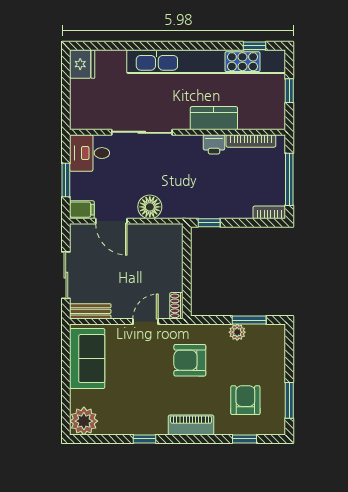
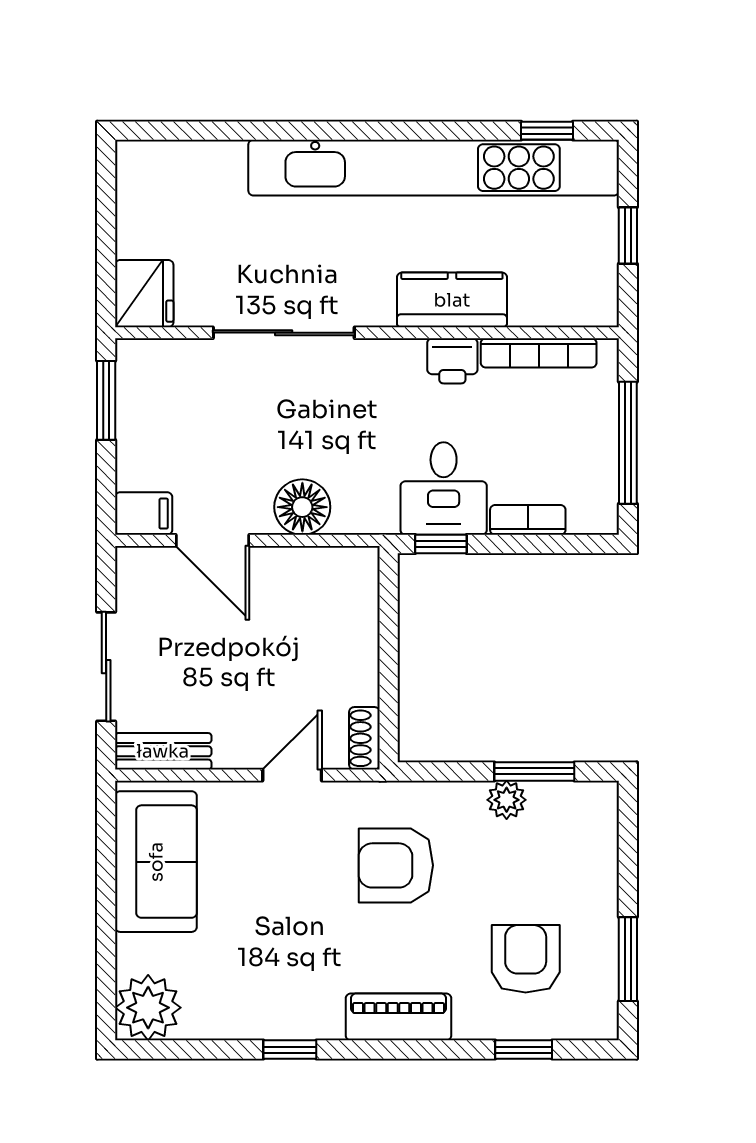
fridge: (82, 64) -> (144, 294), moved
desk: (90, 153) -> (444, 489), moved, turned -90
window: (66, 180) -> (106, 400), moved
bookcase: (269, 212) -> (528, 520), moved

